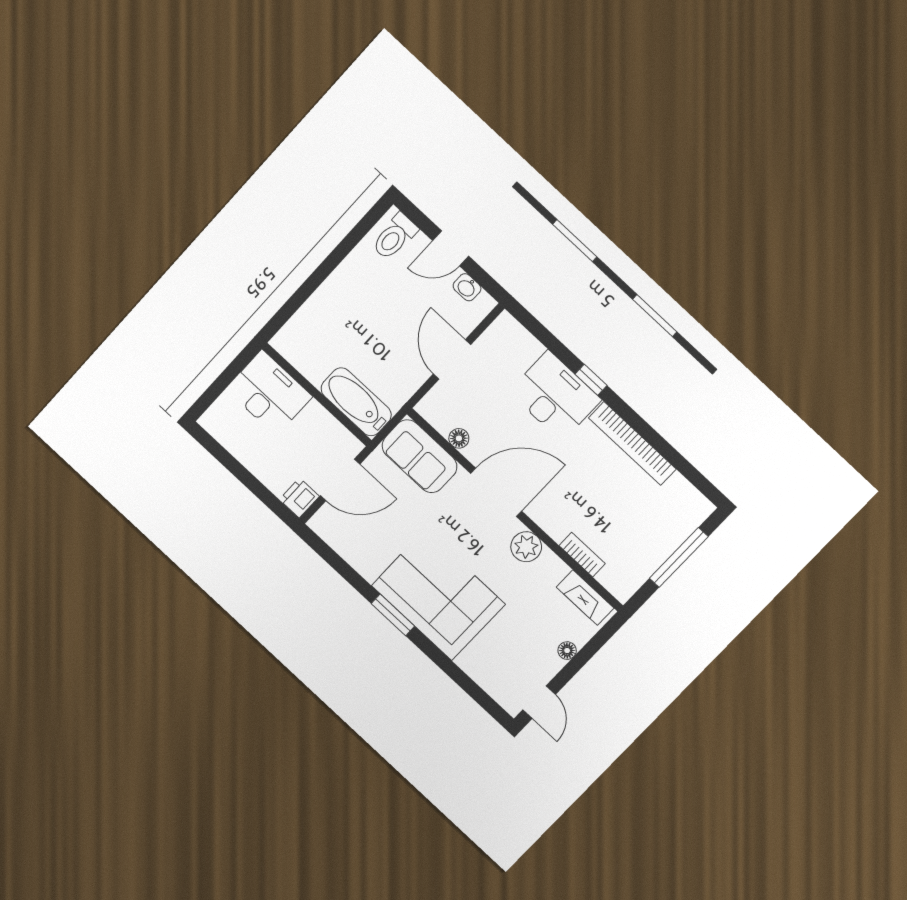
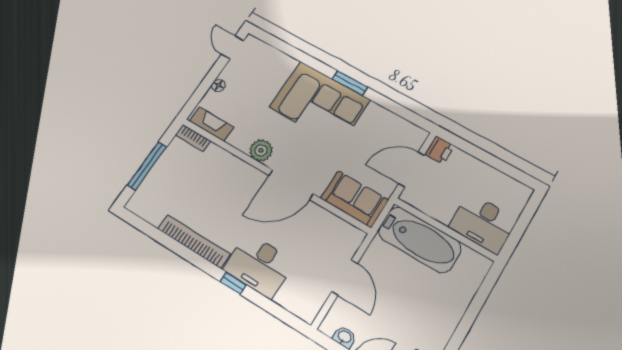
bathtub: (356, 402) -> (420, 240), width x1.36, depth x1.36
floor lamp: (459, 438) -> (327, 218), removed
bookcase: (582, 555) -> (193, 138), moved

